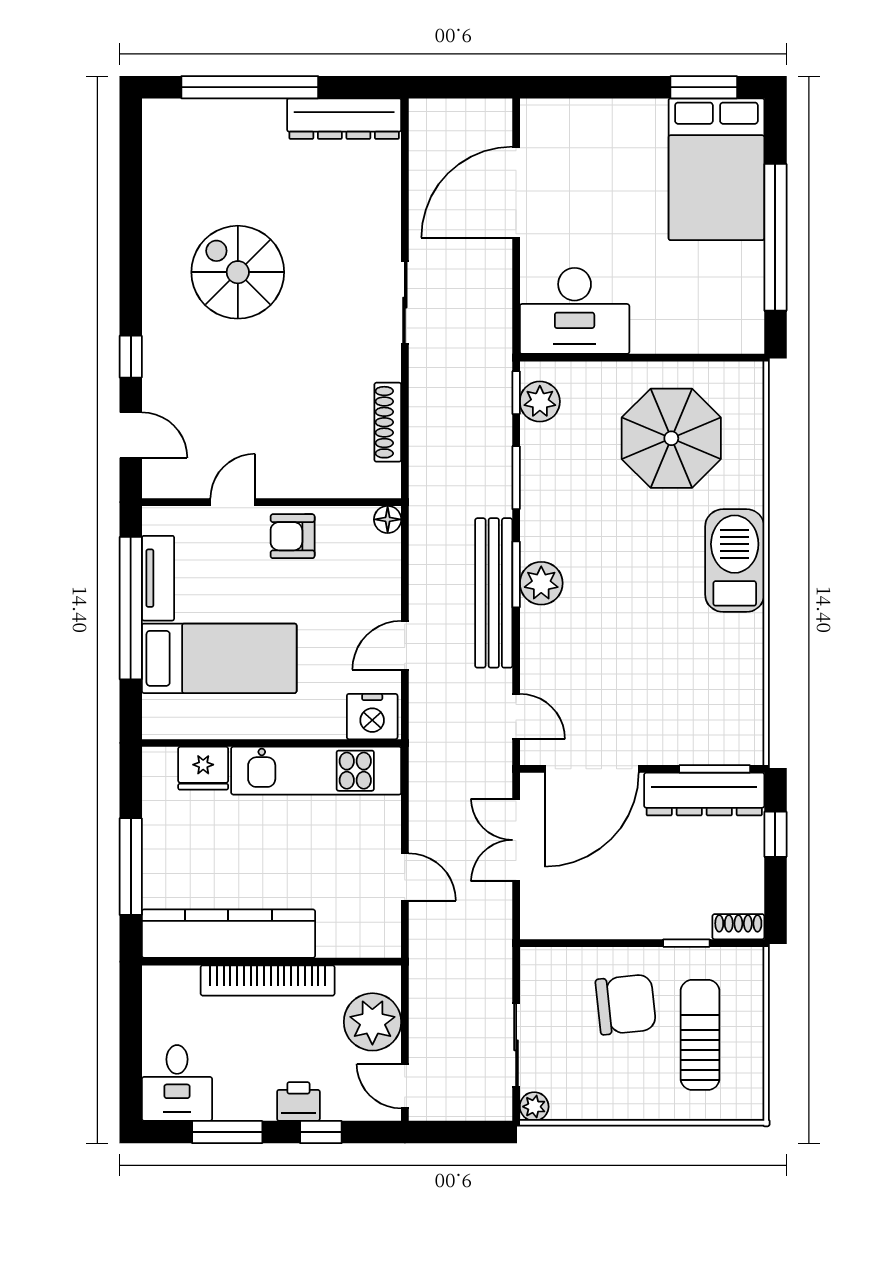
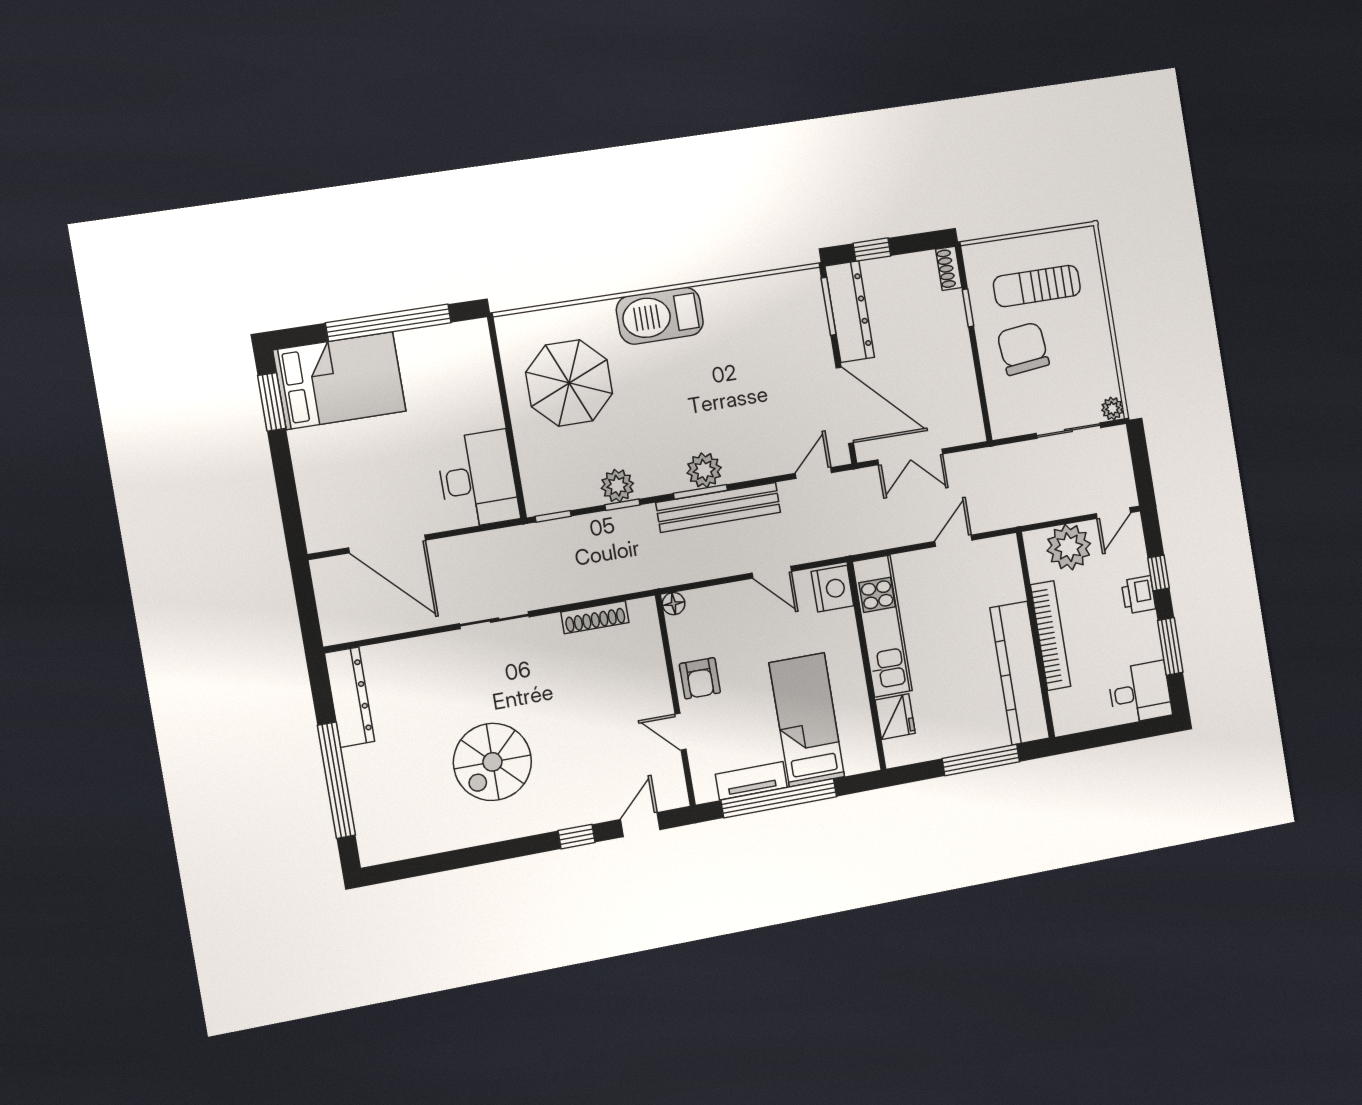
plant: (540, 402) -> (617, 486), moved
window: (516, 478) -> (622, 505), width x0.67

